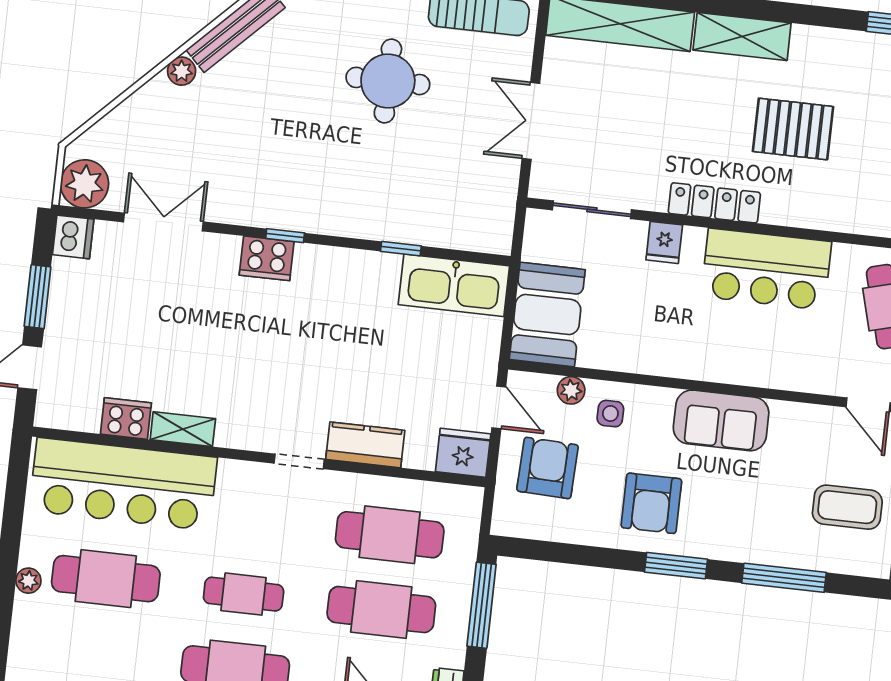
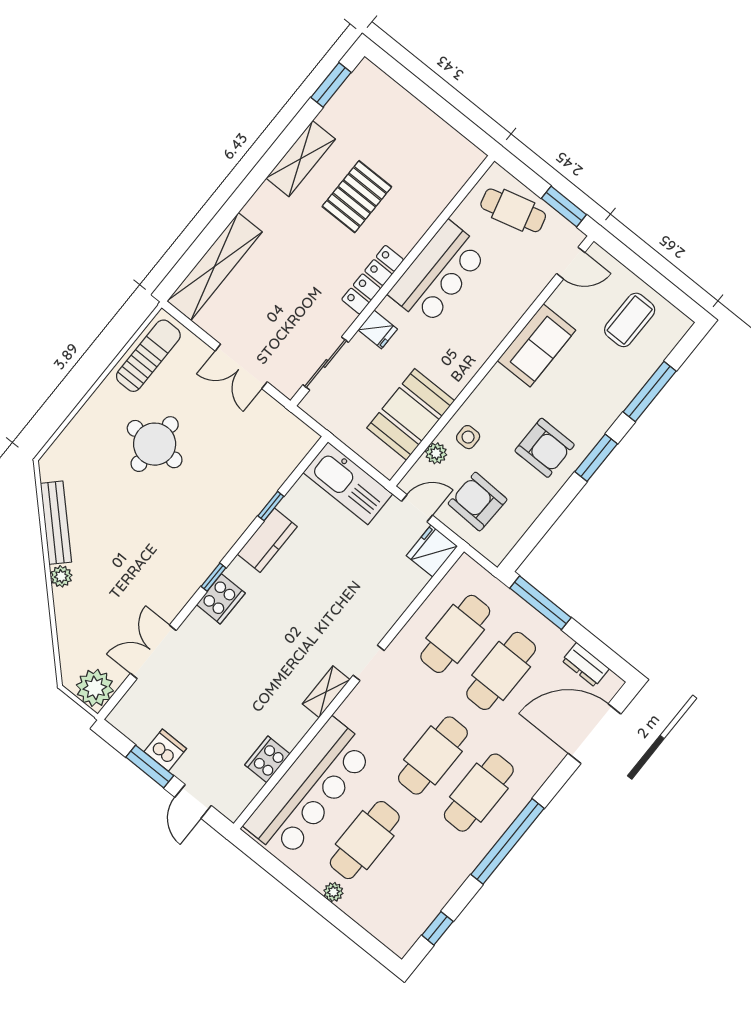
shelving: (742, 36) -> (301, 159), moved
dishwasher: (73, 237) -> (165, 750), moved
kitchen sink: (454, 285) -> (348, 483), moved, turned 90
booth: (547, 315) -> (411, 414), moved, turned 90
sofa: (721, 420) -> (537, 345), moved
shelving: (183, 429) -> (326, 692), moved
kitchen counter: (365, 445) -> (267, 540), moved, turned 180
cafe table: (244, 594) -> (433, 755), width x1.37, depth x1.35

